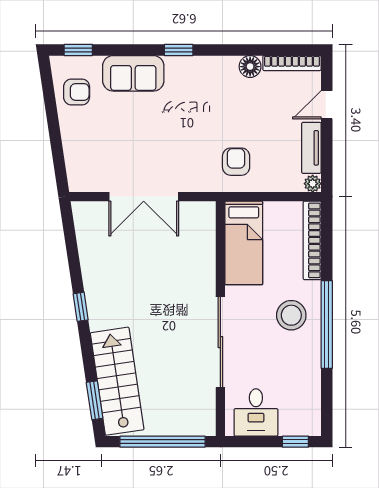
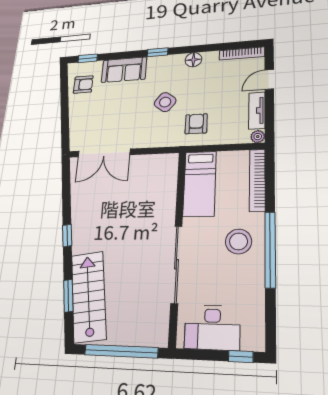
floor lamp: (250, 67) -> (193, 60), moved
side table: (194, 128) -> (165, 102), added
double door: (144, 197) -> (104, 153), moved
window: (95, 400) -> (68, 296), moved
desk: (256, 412) -> (212, 328), width x1.37

